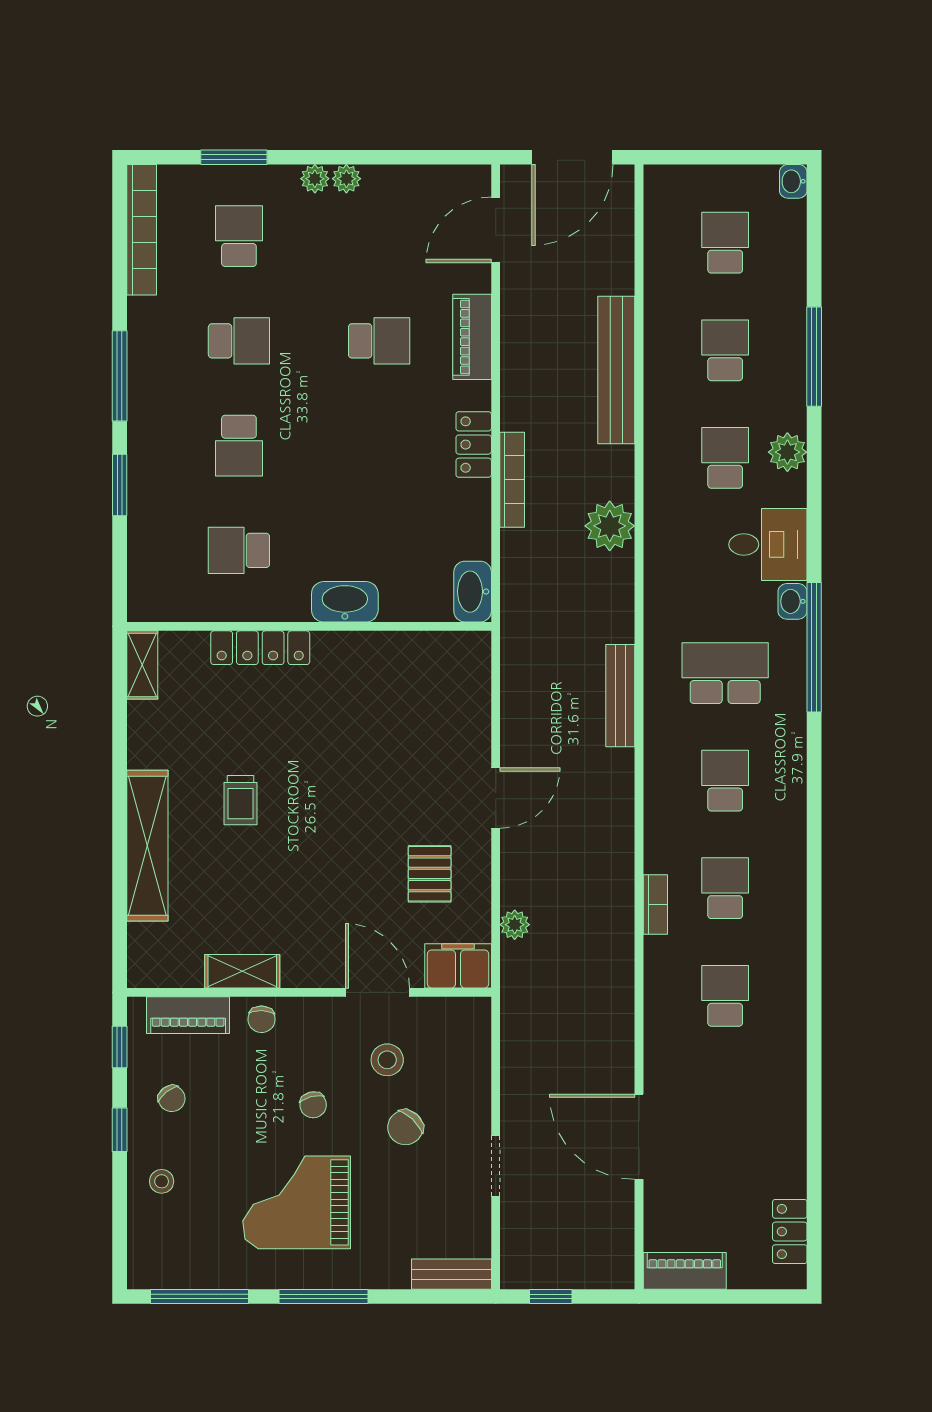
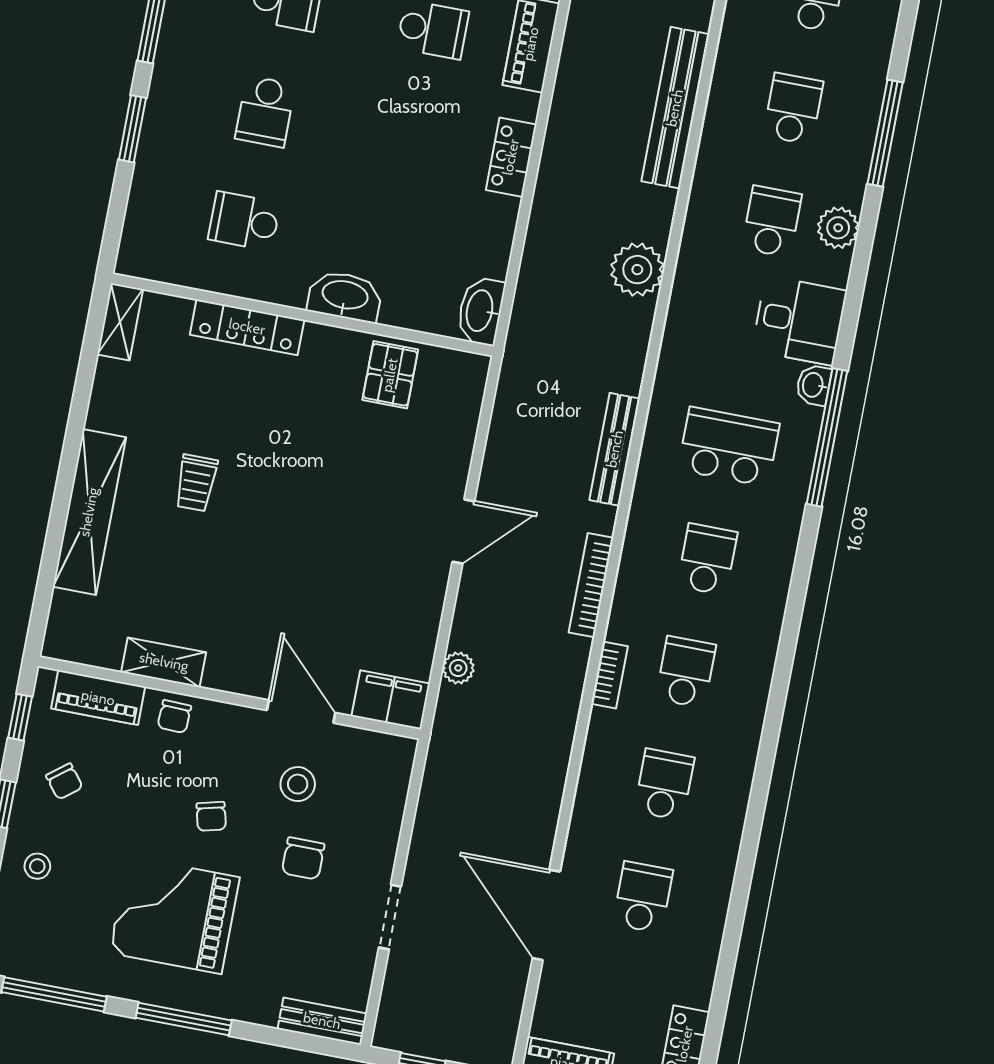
bookcase: (512, 480) -> (591, 585), moved, turned 180
pallet: (430, 874) -> (390, 375), moved
school desk: (725, 1103) -> (643, 897), added
chair: (405, 1127) -> (303, 858), turned -43

